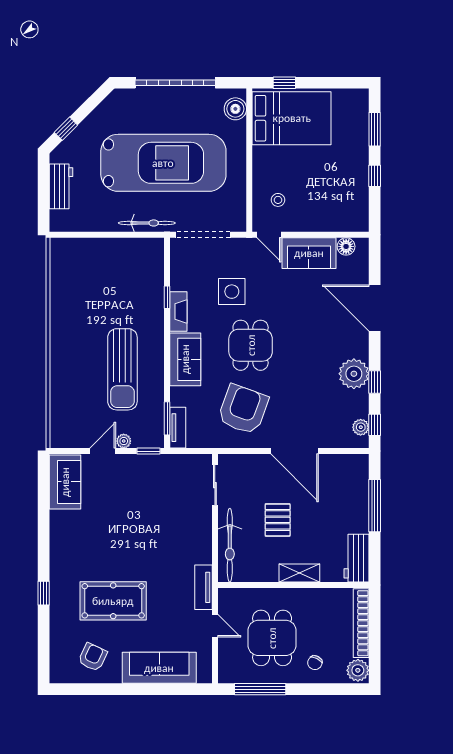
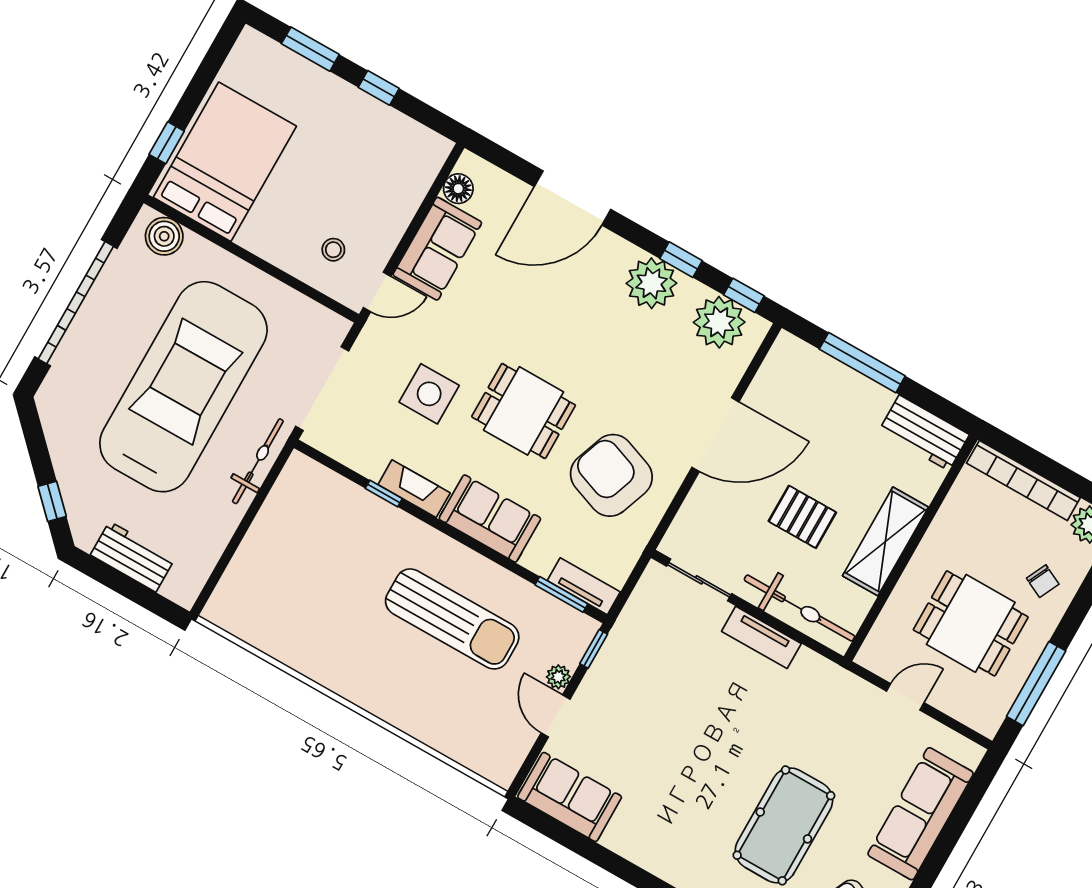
plant: (361, 427) -> (719, 322), width x1.88, depth x1.88
shelving: (299, 573) -> (885, 541), width x1.50, depth x1.33
tv unit: (203, 587) -> (761, 637), moved

